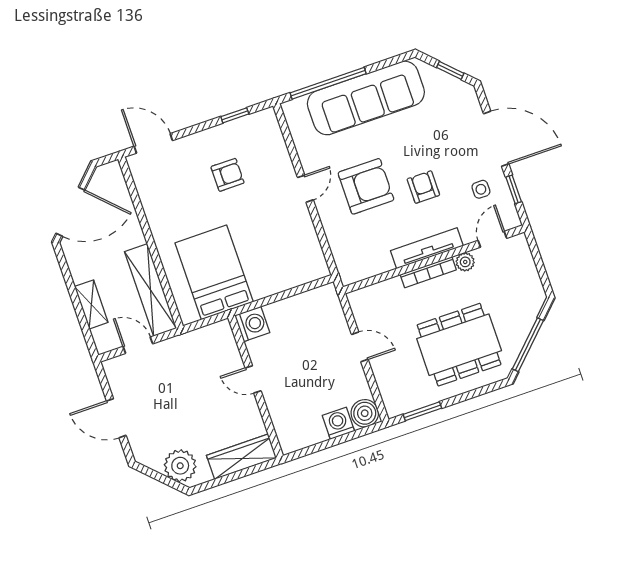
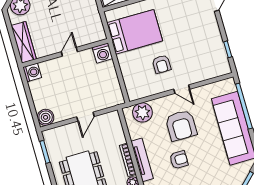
armchair: (228, 175) -> (162, 64), moved
plant: (348, 252) -> (142, 112), added
washing machine: (338, 423) -> (32, 72), moved

